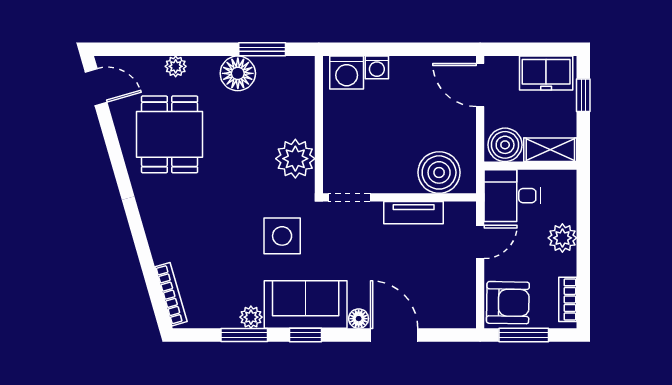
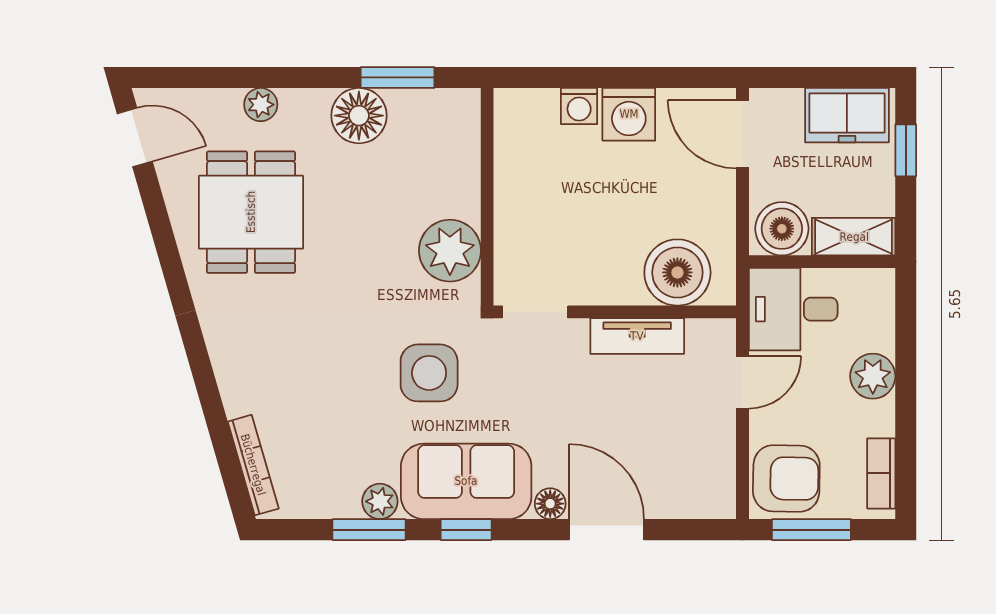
washing machine: (347, 73) -> (629, 114), moved

